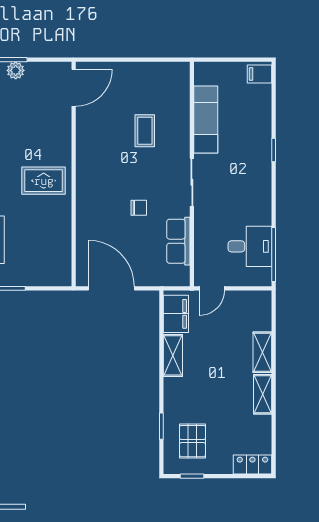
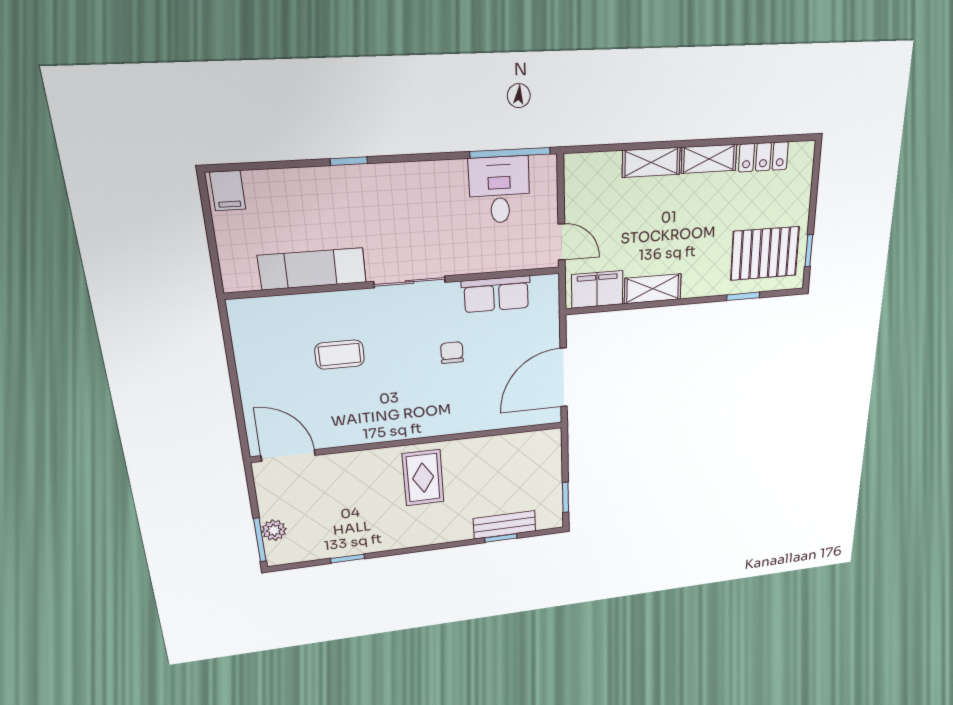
pallet: (193, 441) -> (765, 253), width x1.50, depth x1.42
locker: (252, 464) -> (763, 157), moved, turned -90

